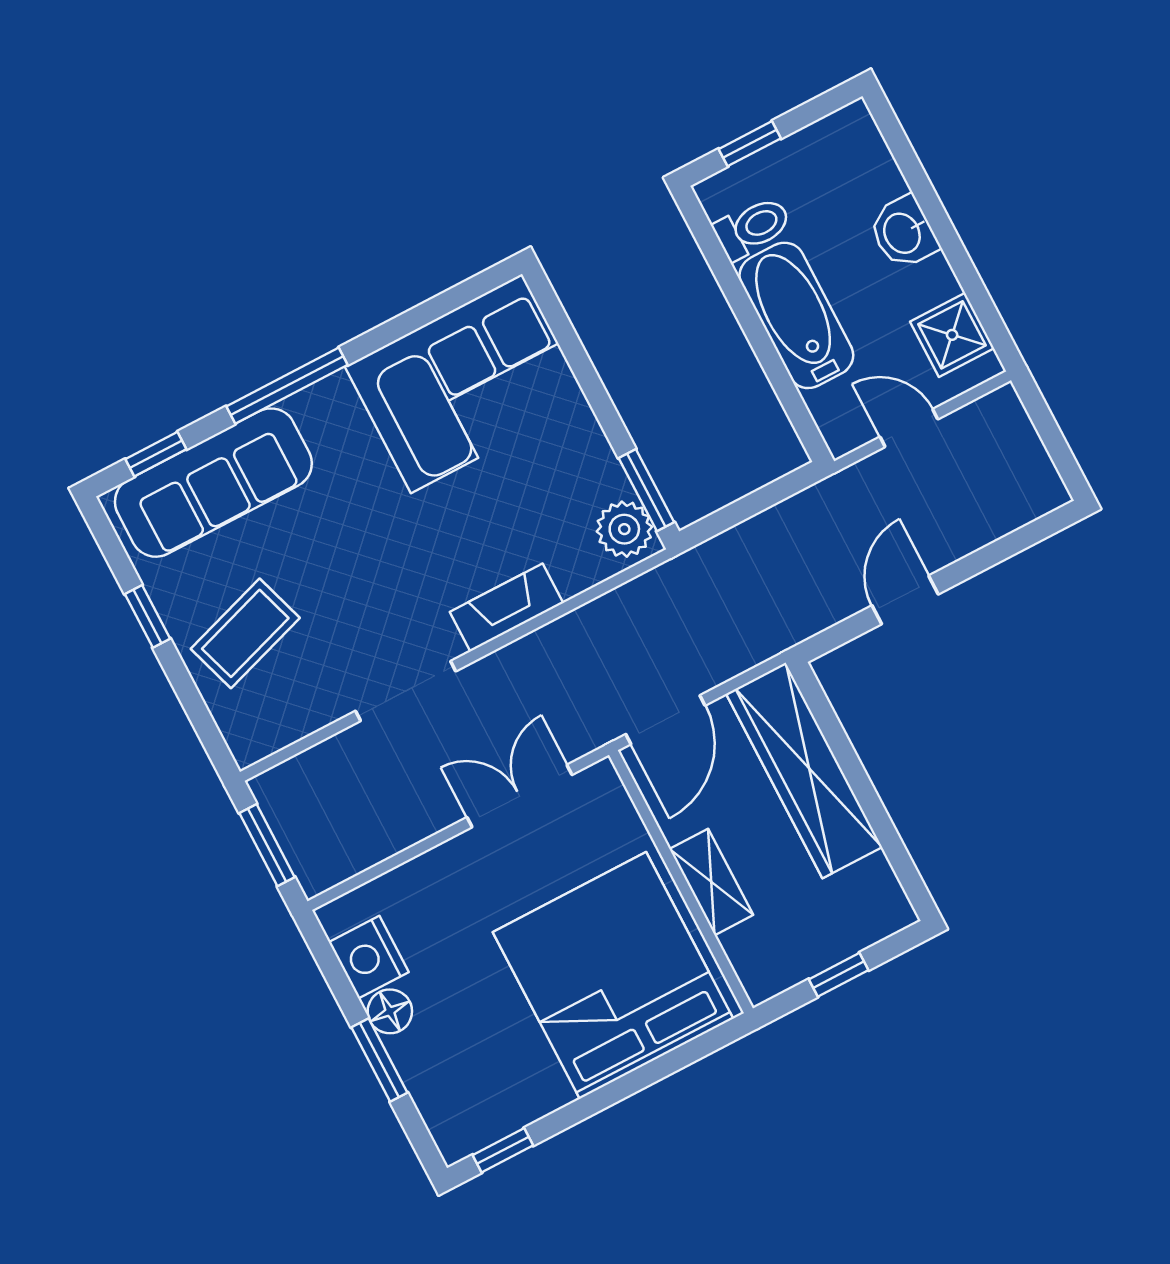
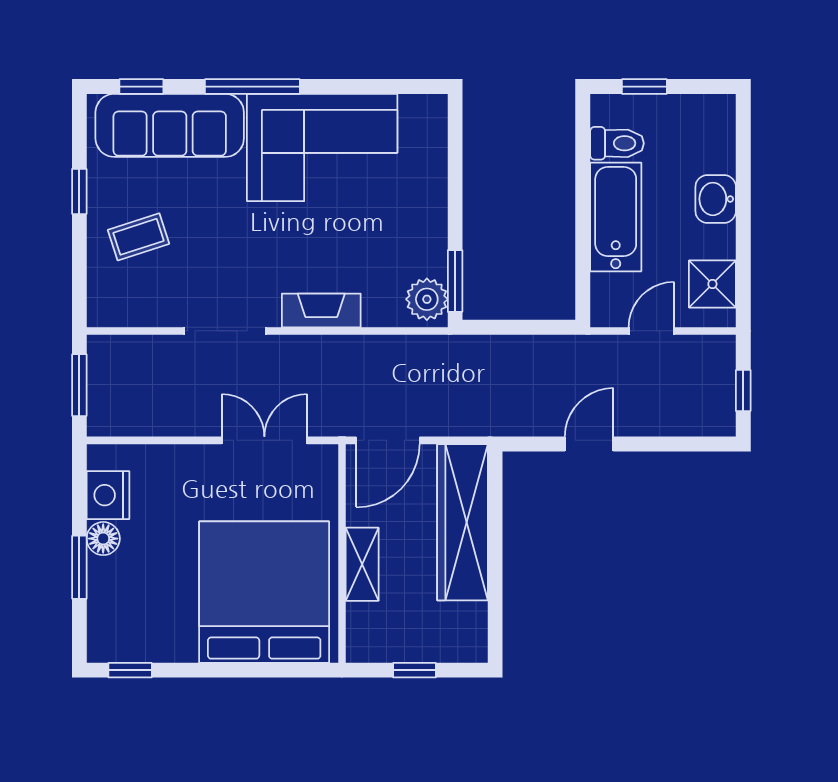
corner sofa: (466, 383) -> (322, 147), moved
door: (909, 428) -> (651, 331), hinge flipped
window: (1054, 442) -> (743, 391), added
coffee table: (245, 633) -> (138, 237), width x0.73, depth x0.77

